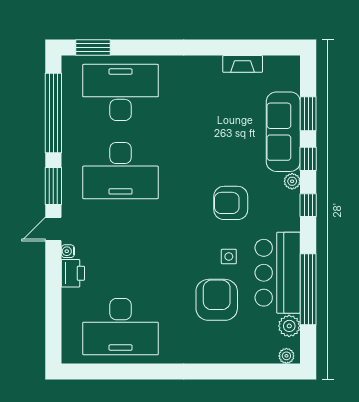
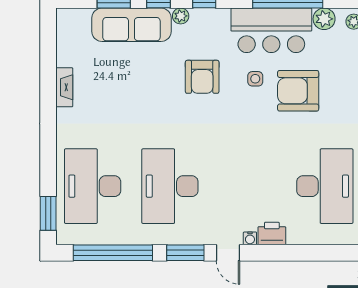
fireplace: (243, 64) -> (64, 87), moved
desk: (121, 171) -> (170, 186), turned 180

